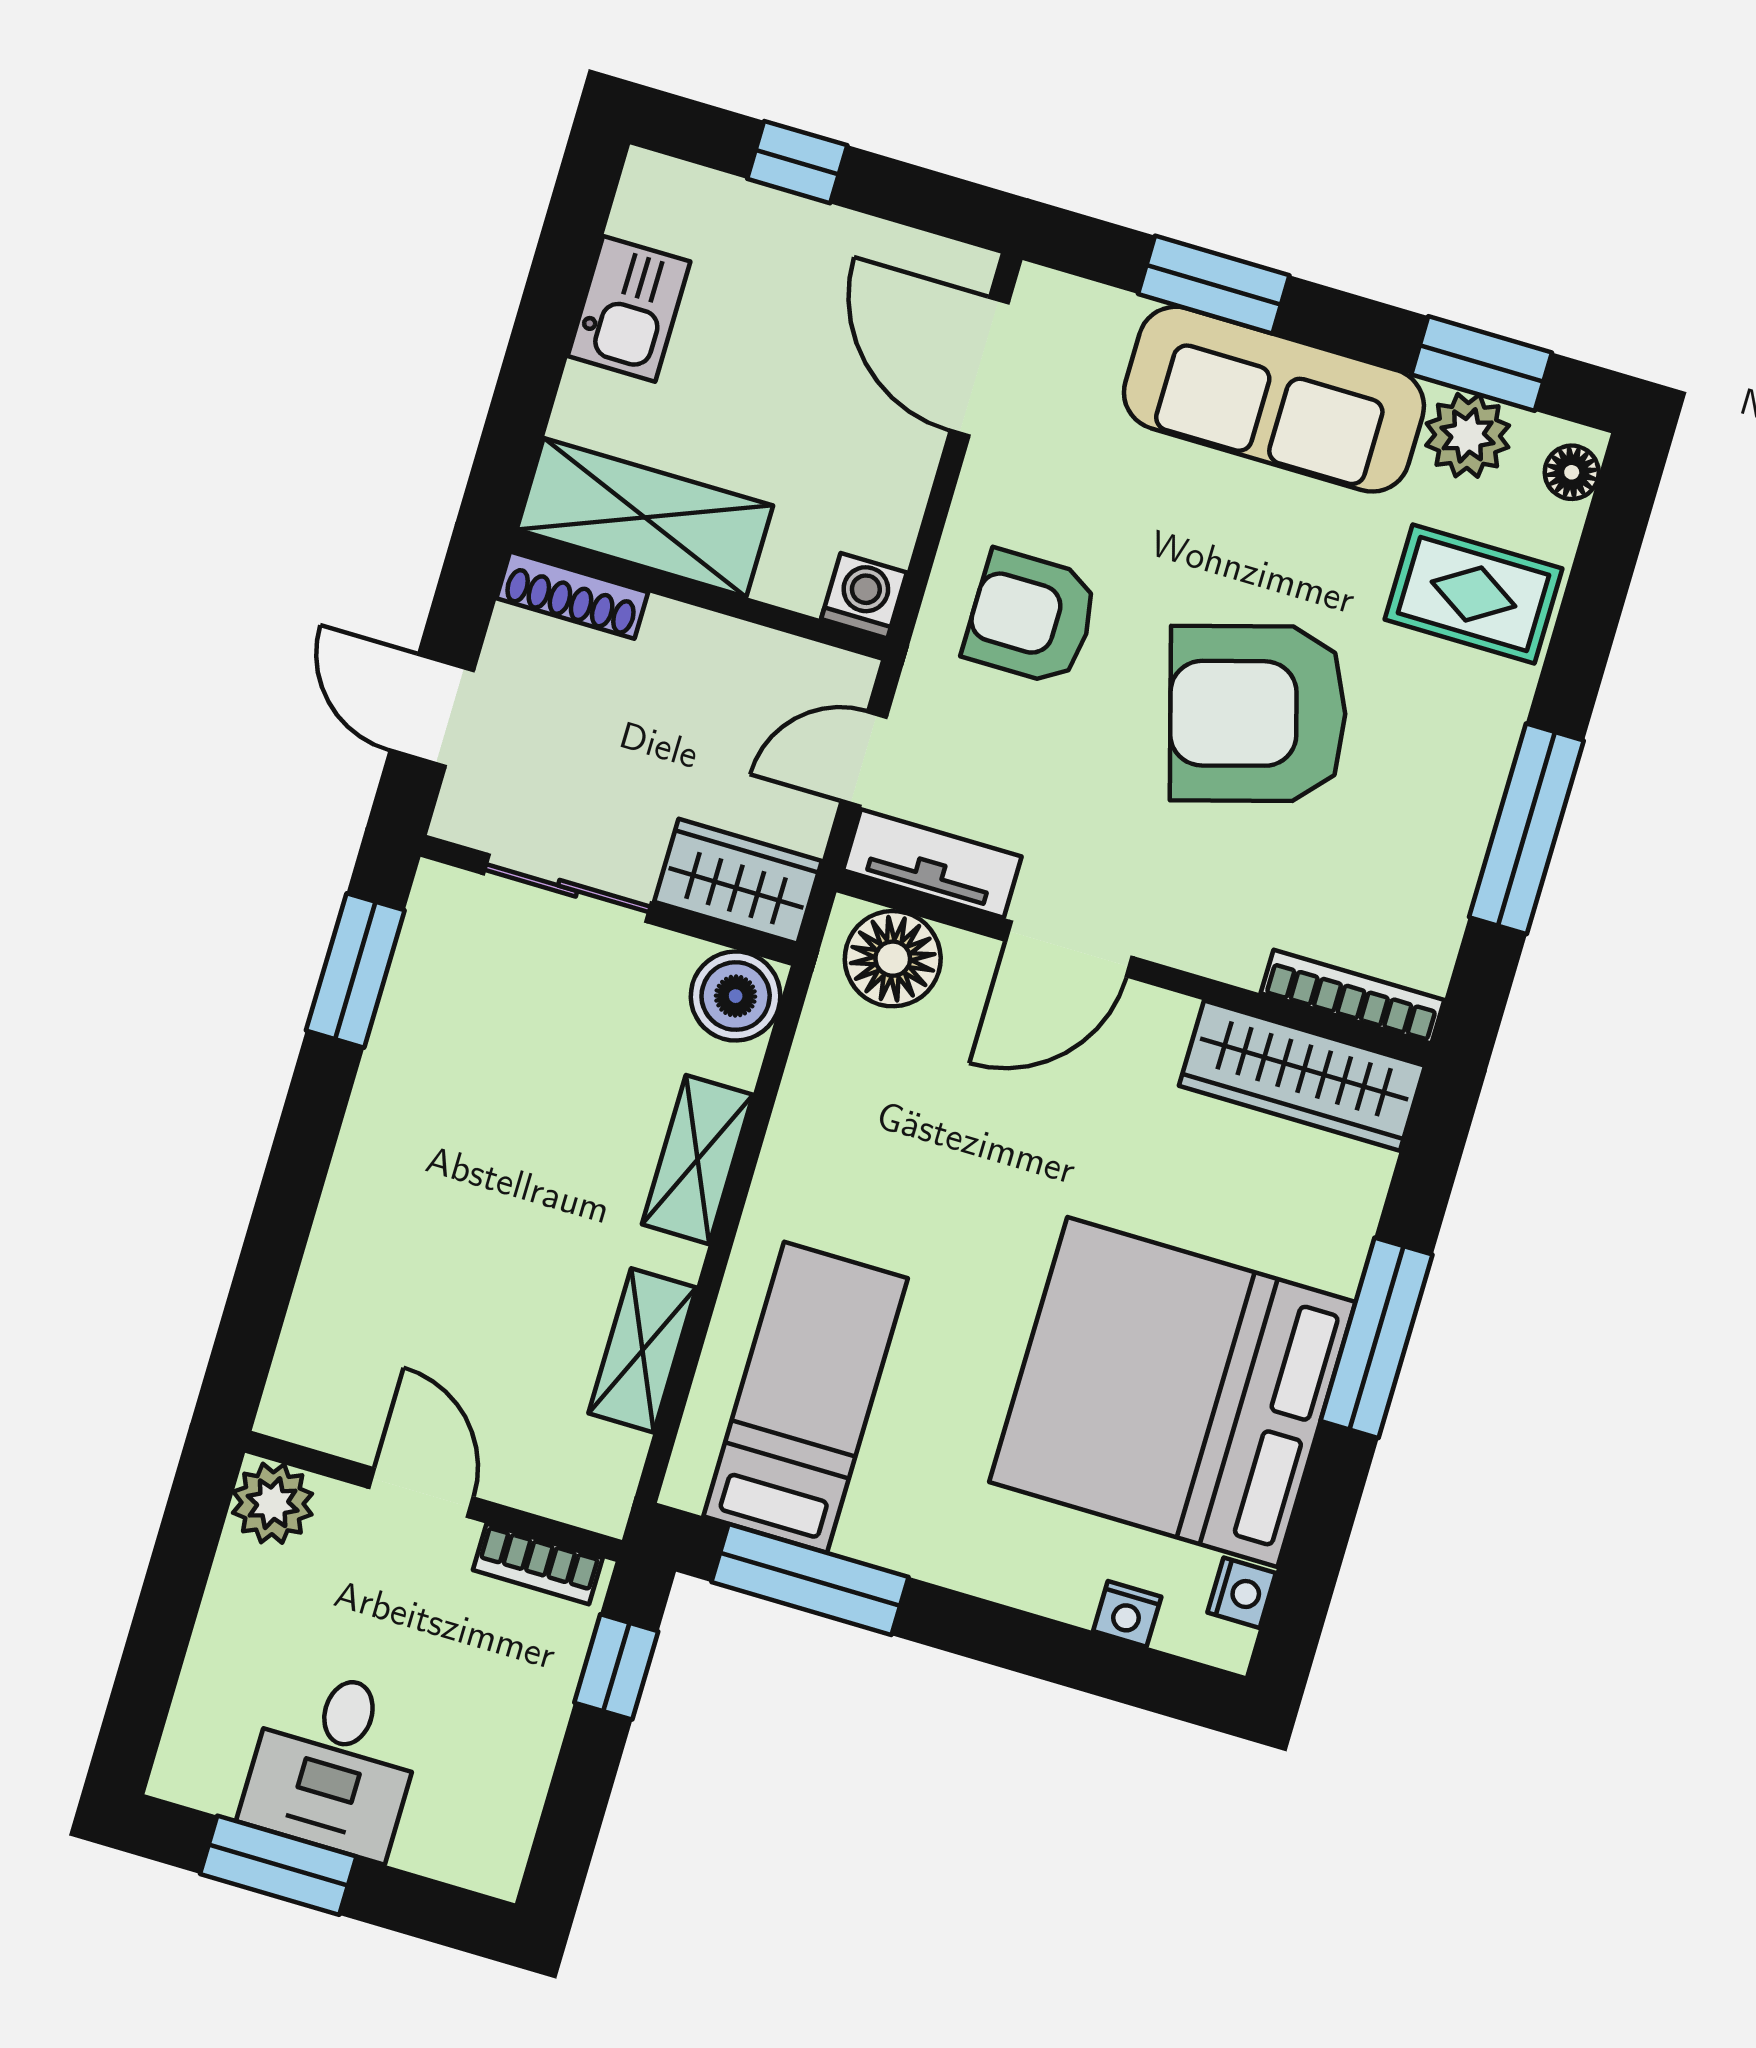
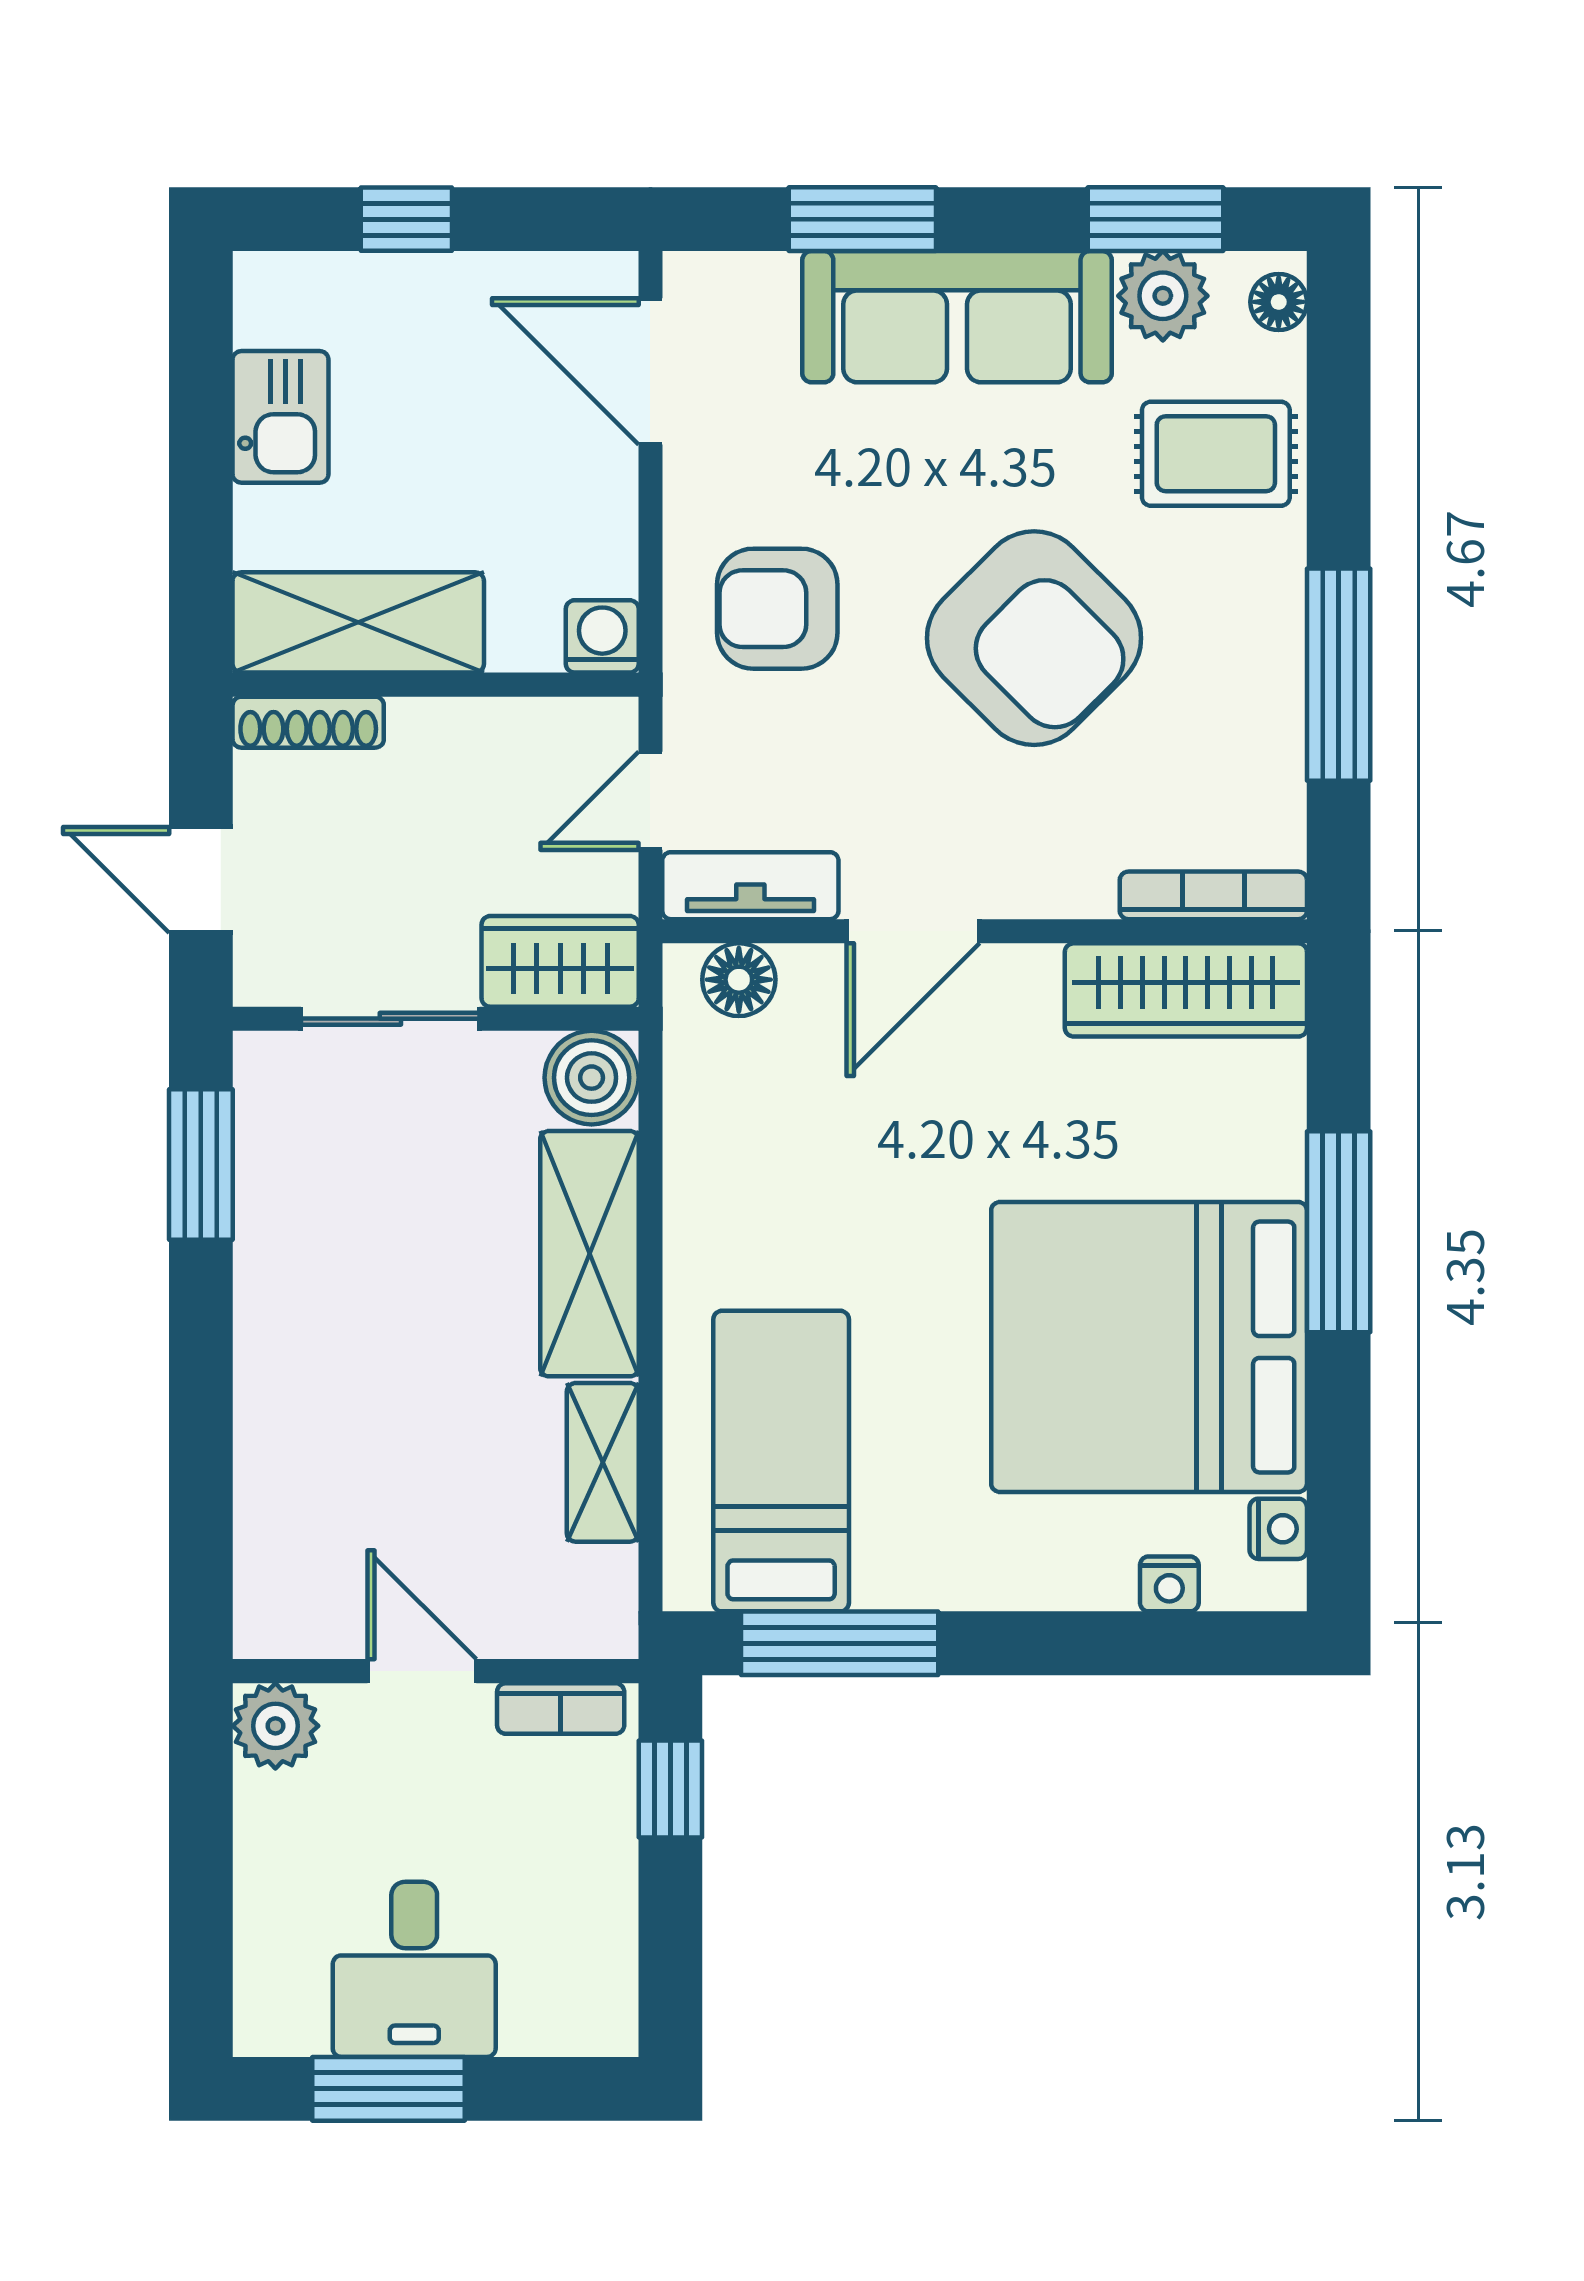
armchair: (1258, 714) -> (1034, 638), turned -119
floor lamp: (893, 959) -> (739, 980), width x0.73, depth x0.73
shelving: (697, 1160) -> (589, 1254), width x1.50, depth x1.33

